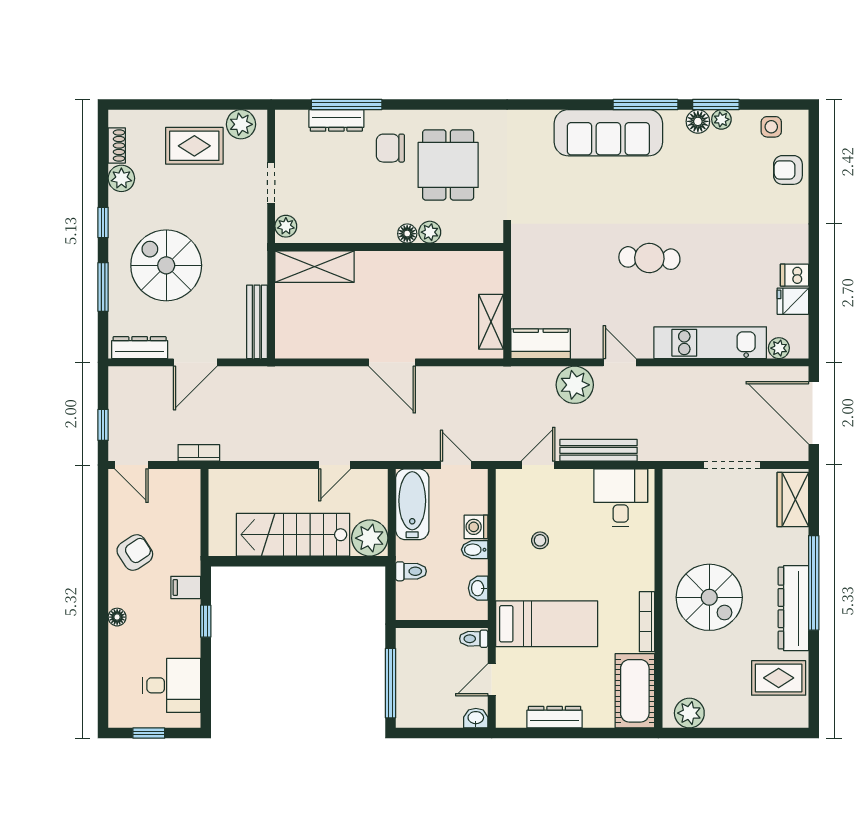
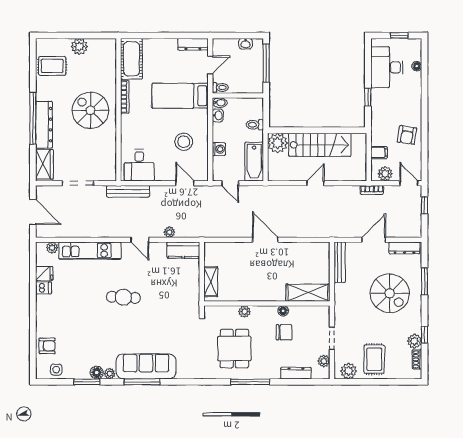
window: (347, 105) -> (250, 382), moved
window: (645, 105) -> (142, 382), moved
plant: (721, 119) -> (110, 374), moved
rug: (194, 146) -> (374, 359), turned 90
chair: (390, 148) -> (284, 332), moved
window: (103, 223) -> (424, 335), moved
plant: (286, 226) -> (324, 361), moved
floor lamp: (407, 234) -> (283, 311), moved
shelving: (491, 322) -> (211, 282), moved
plant: (575, 385) -> (169, 232), width x0.53, depth x0.53
door: (814, 413) -> (33, 212), width x0.73
bench: (599, 450) -> (128, 191), moved
door: (335, 465) -> (315, 183), moved
door: (538, 465) -> (185, 183), swing flipped
plant: (174, 482) -> (385, 174), added
stool: (540, 540) -> (184, 142), width x1.89, depth x1.89
bidet: (475, 550) -> (220, 103), moved
armchair: (135, 552) -> (407, 135), turned -48
filing cabinet: (186, 587) -> (379, 153), moved
dresser: (793, 608) -> (44, 125), moved
floor lamp: (117, 617) -> (417, 66), moved
desk: (171, 685) -> (387, 67), width x1.37
plant: (689, 713) -> (79, 47), moved
dresser: (555, 717) -> (193, 44), moved
washbasin: (476, 718) -> (245, 44), moved

